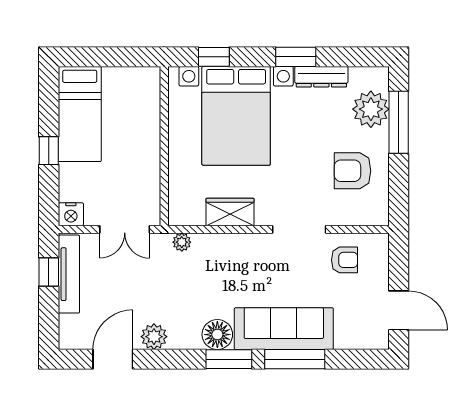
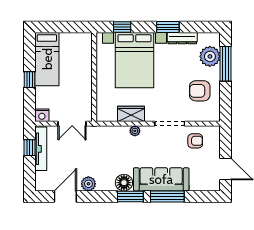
plant: (182, 242) -> (135, 131), moved

